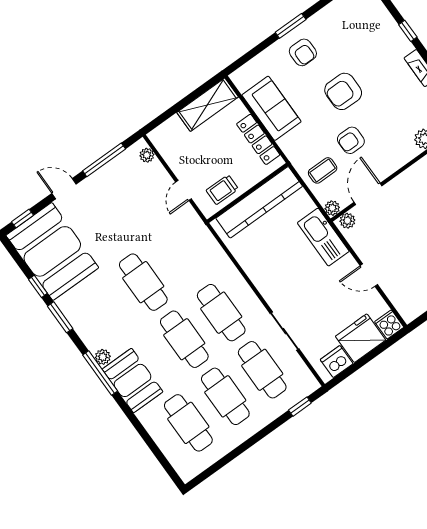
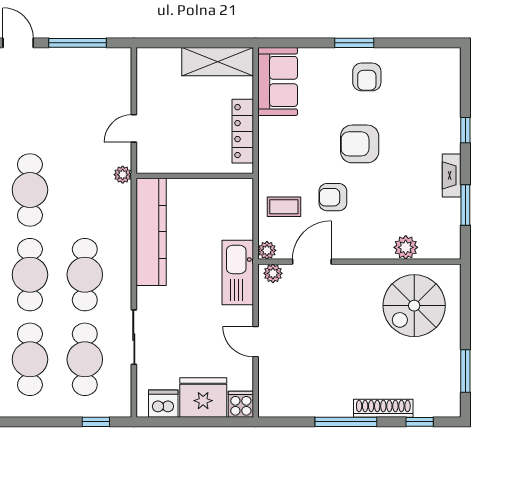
armchair: (303, 52) -> (367, 77), moved
sofa: (271, 108) -> (278, 81), moved
plant: (147, 155) -> (123, 175), moved
trolley: (222, 190) -> (172, 155), removed
kitchen counter: (259, 202) -> (151, 232), moved, turned -90

